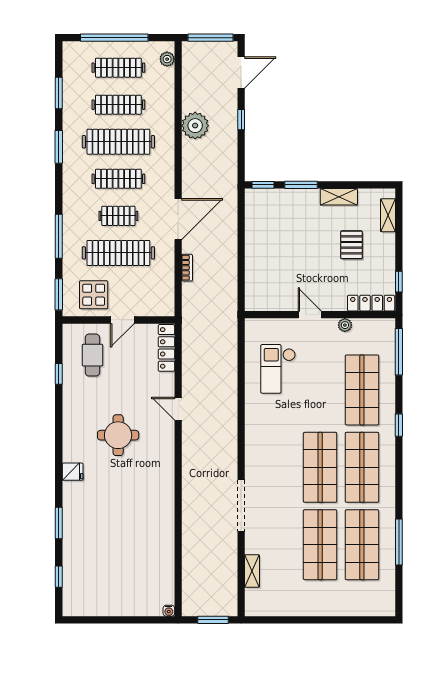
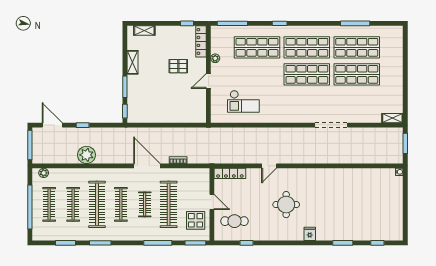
pallet: (351, 245) -> (178, 66), moved
shelving: (252, 571) -> (392, 118), moved

